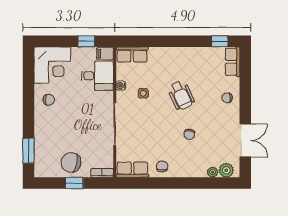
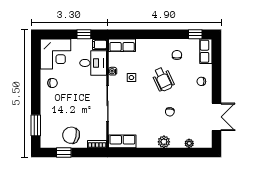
chair: (162, 166) -> (177, 55), moved
plant: (226, 170) -> (164, 142), moved
window: (74, 183) -> (64, 152), moved

